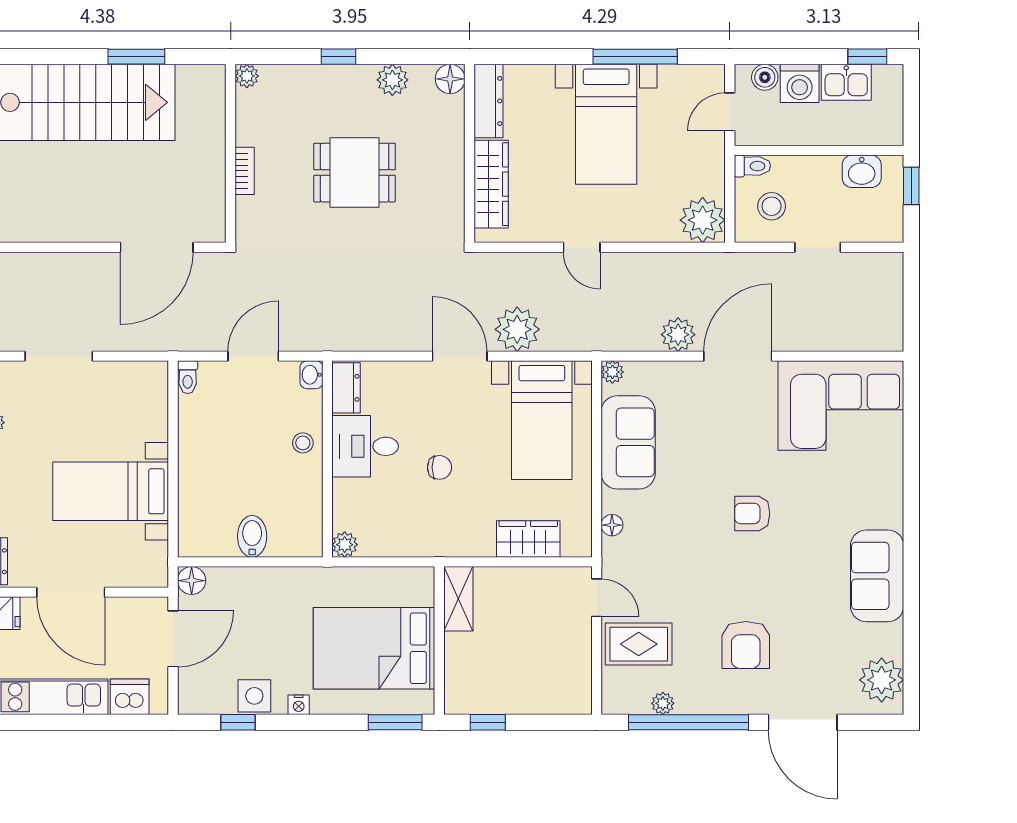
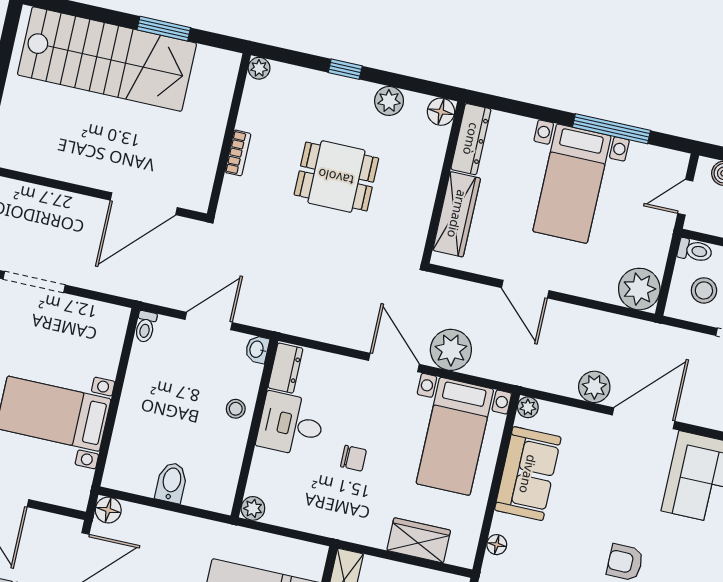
door: (582, 247) -> (525, 289), width x1.38

